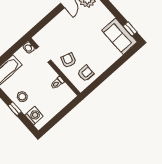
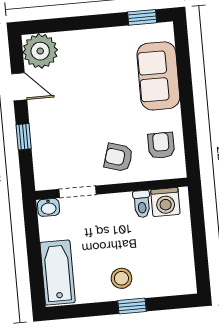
window: (49, 17) -> (24, 137), added
sofa: (119, 36) -> (158, 76), moved, turned 90
washing machine: (34, 116) -> (165, 202), moved, turned 180

